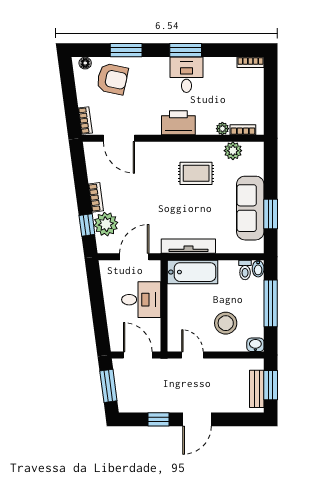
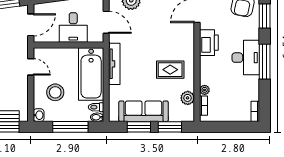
window: (186, 50) -> (265, 62), width x1.44
desk: (186, 75) -> (246, 58), width x1.37
printer: (178, 123) -> (209, 43), moved
rug: (196, 173) -> (170, 70), turned 90
window: (271, 174) -> (170, 127), added
bathtub: (193, 272) -> (91, 74), width x1.36, depth x1.36
door: (192, 355) -> (31, 67), hinge flipped

